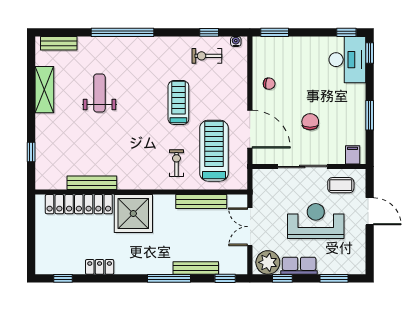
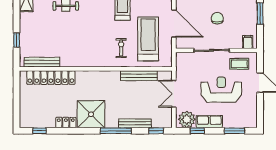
bench: (92, 183) -> (42, 62), moved
shower: (133, 214) -> (91, 114), moved

